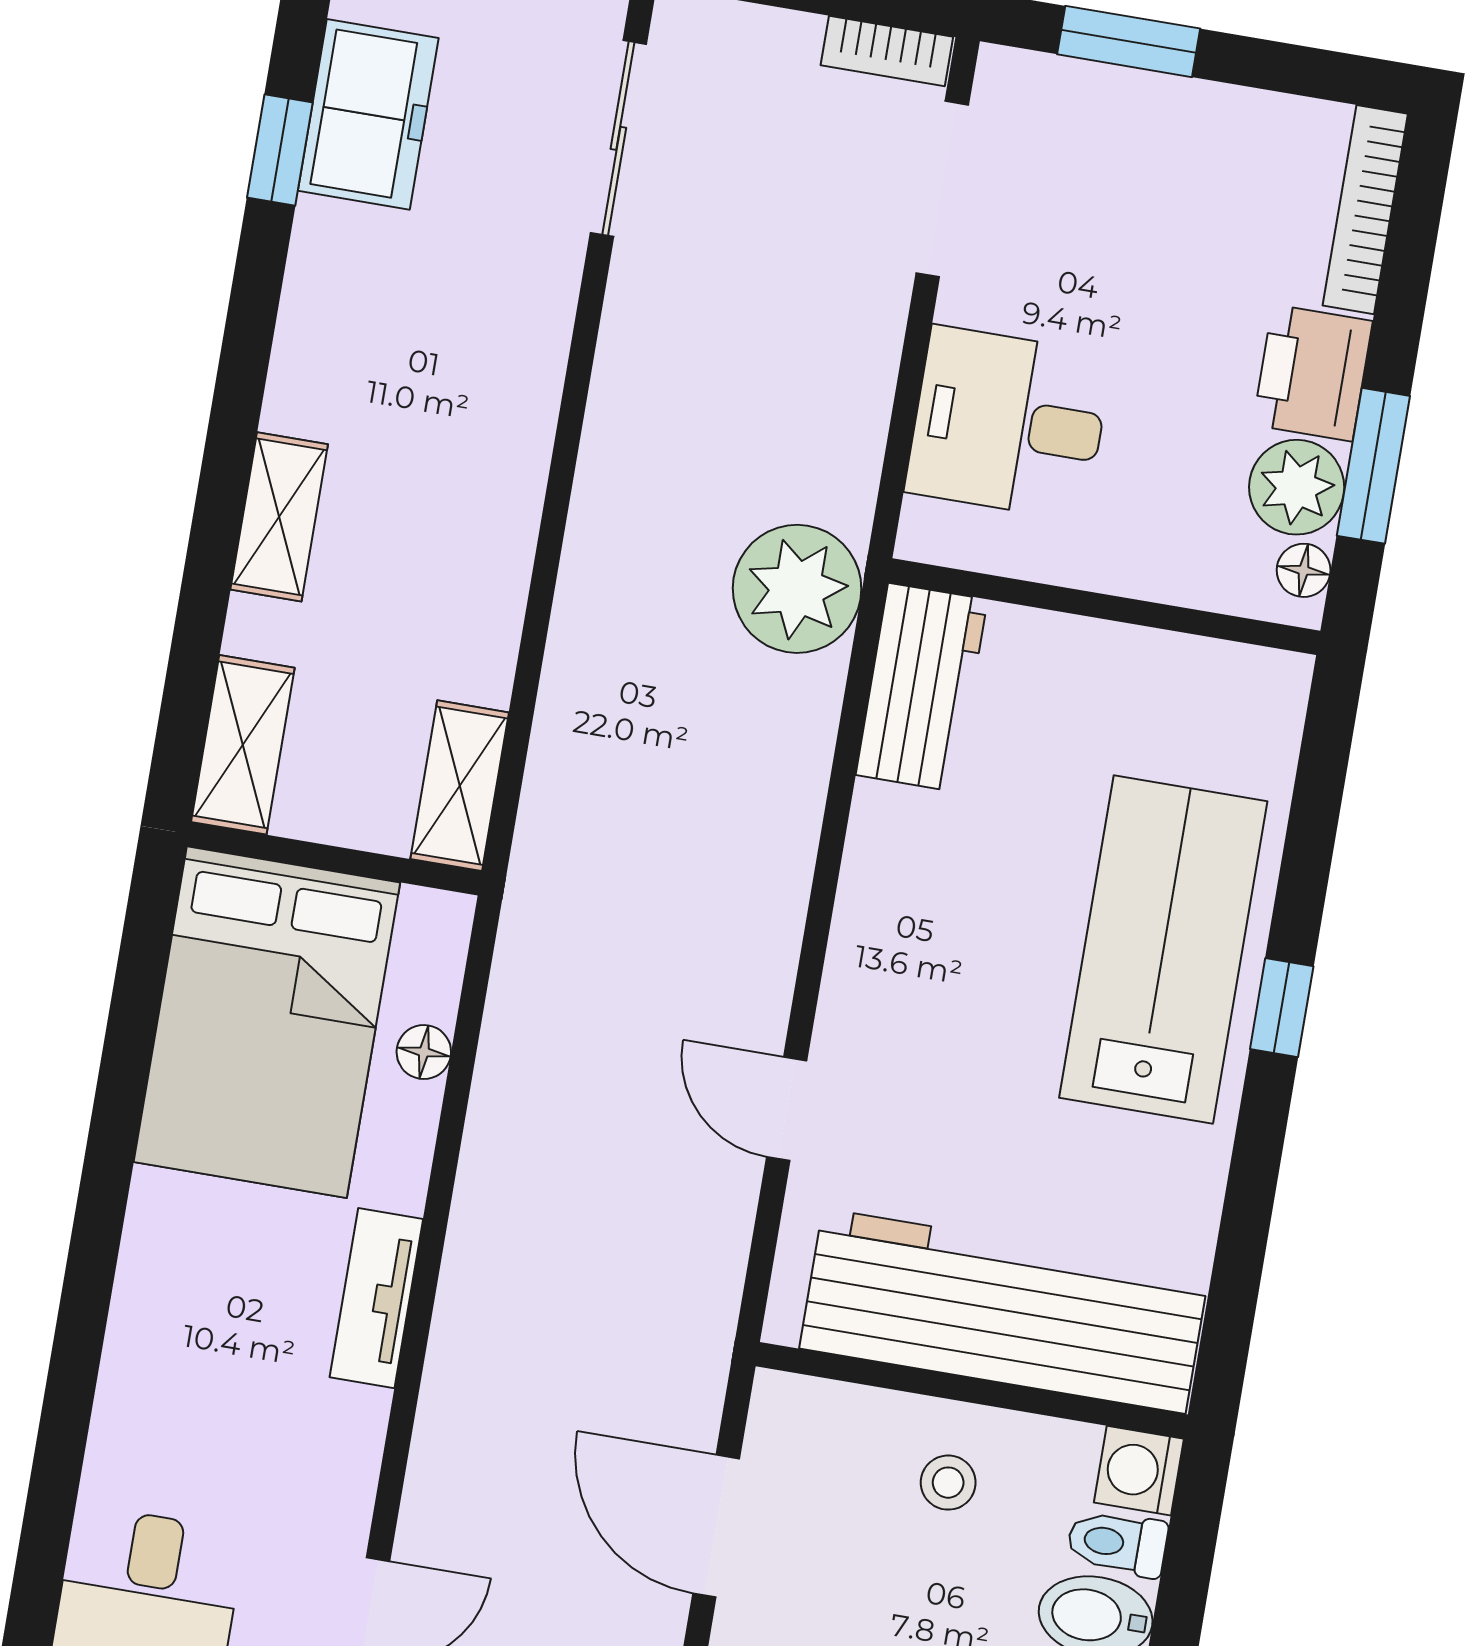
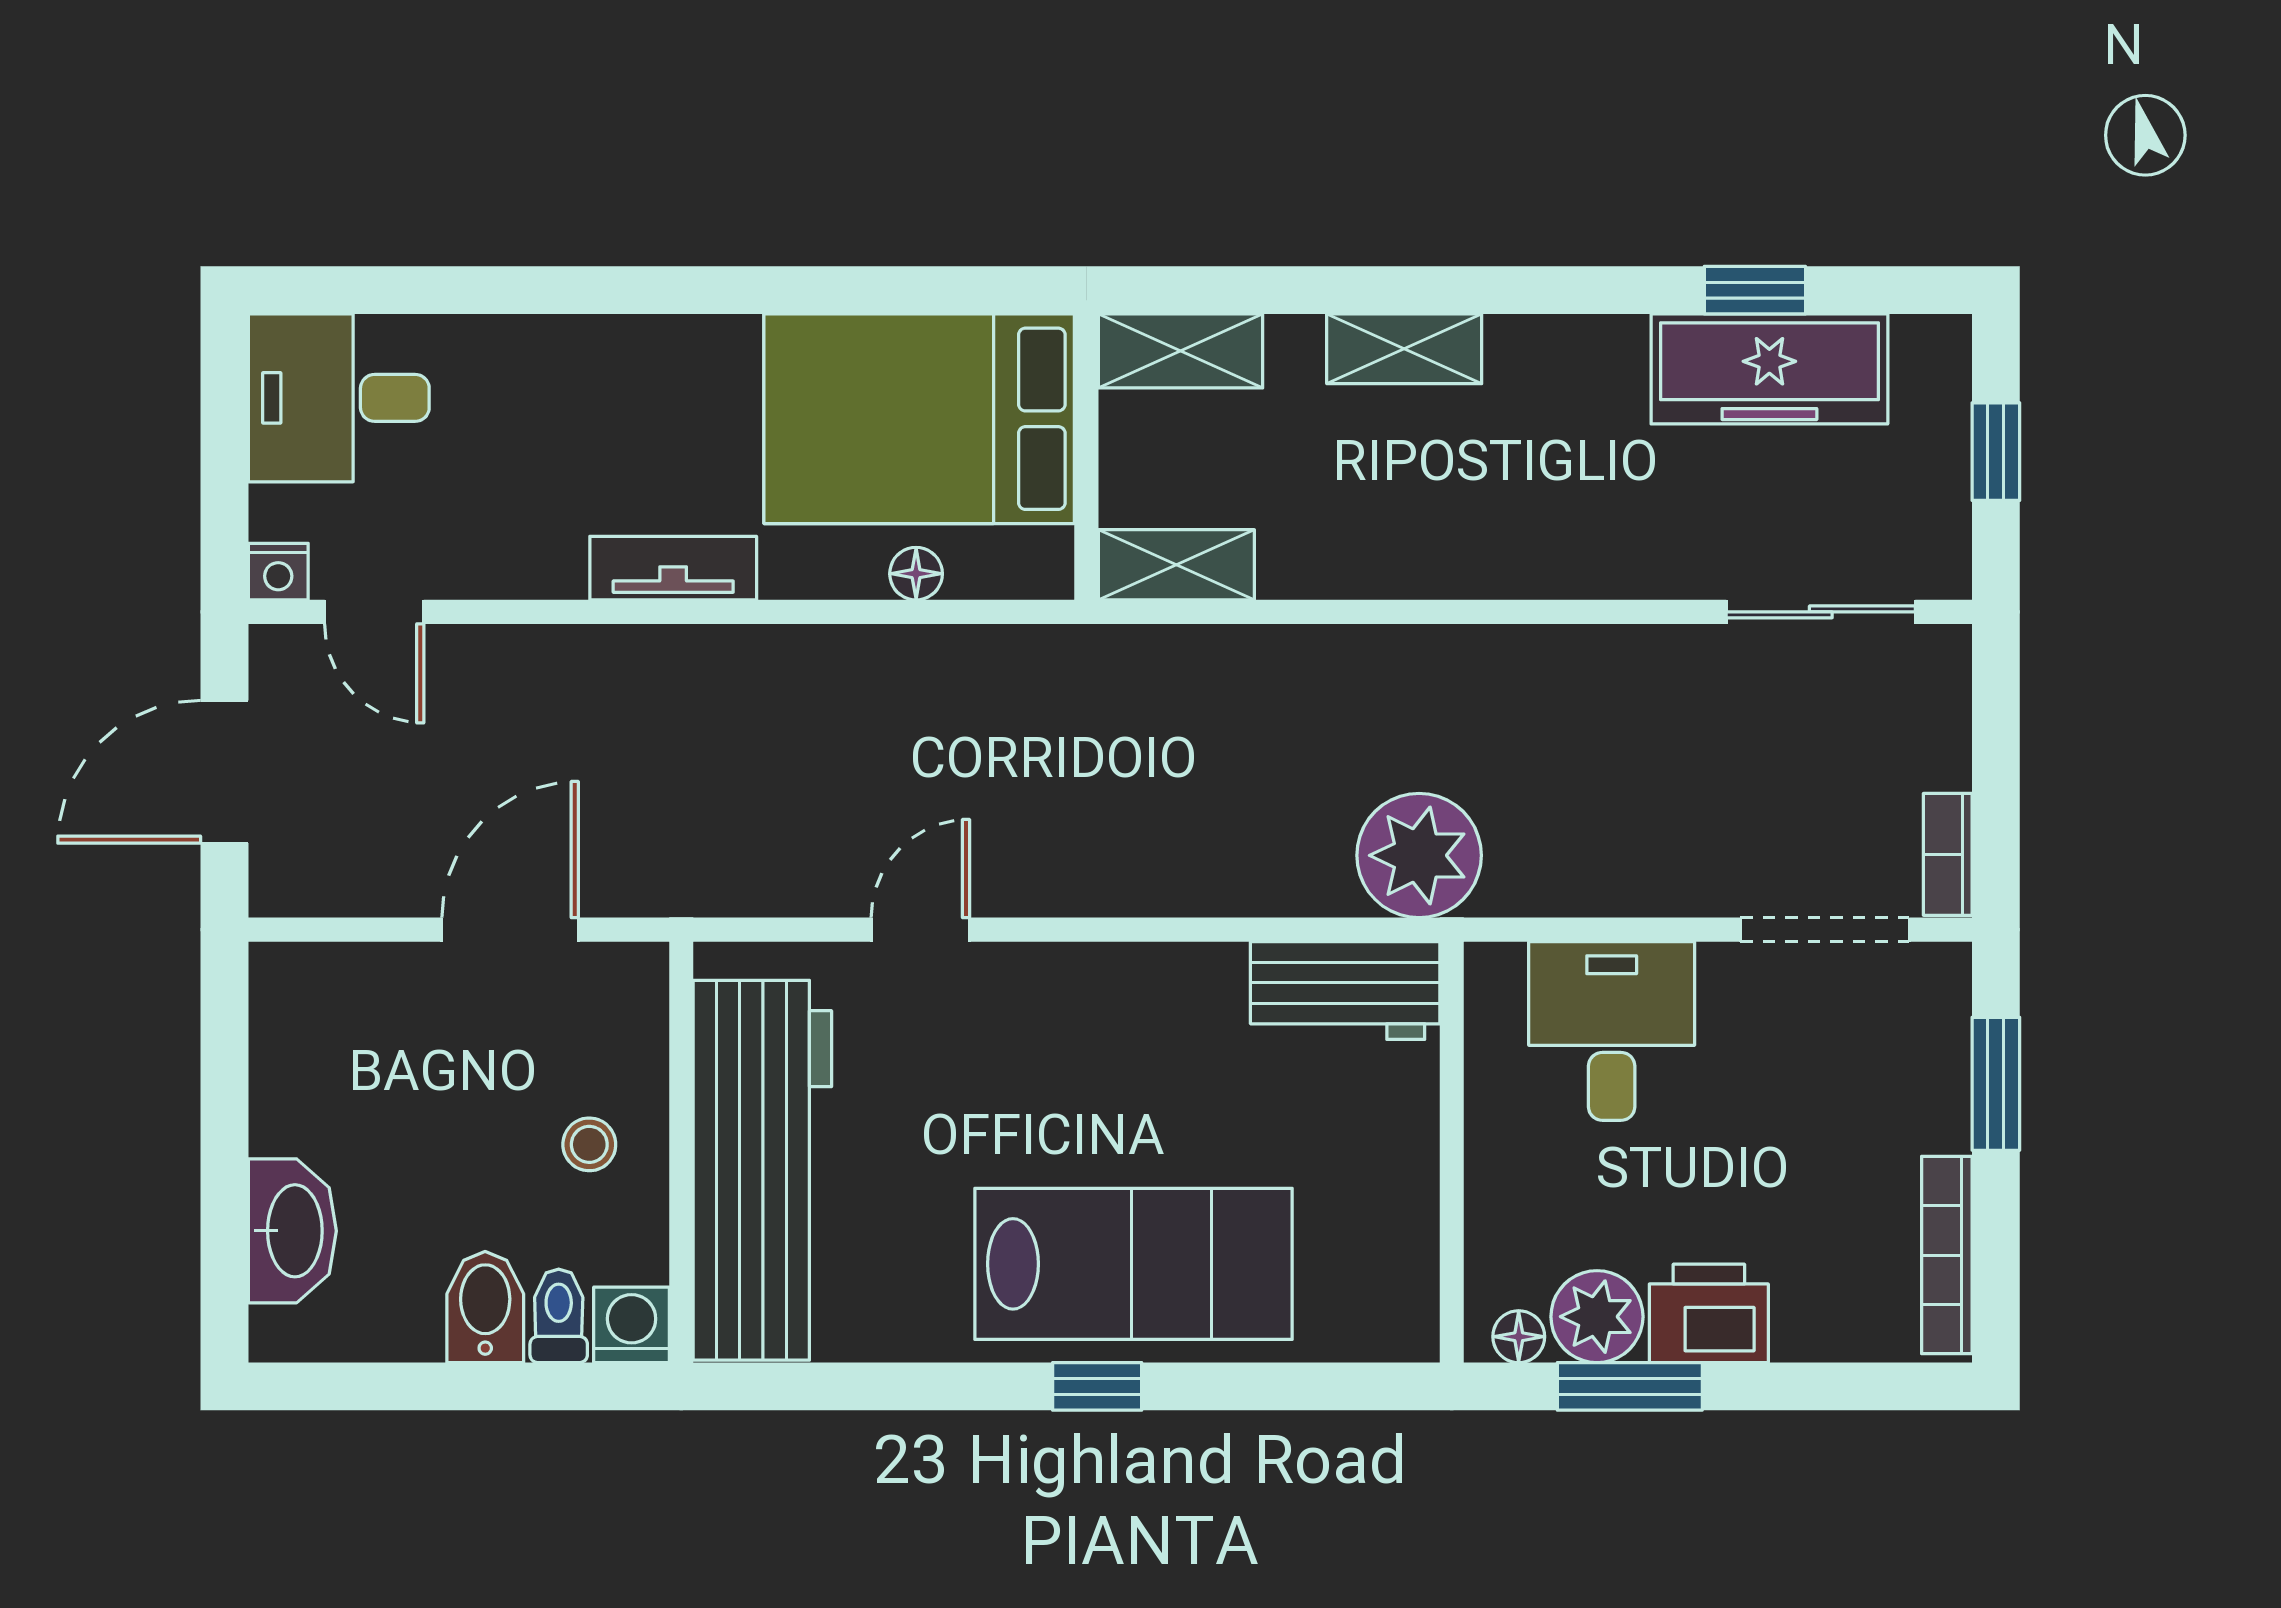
freezer: (368, 114) -> (1769, 369), width x1.40
bookcase: (1365, 210) -> (1947, 1255), moved, turned -90

